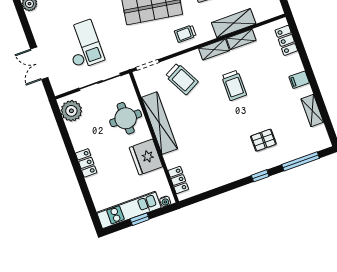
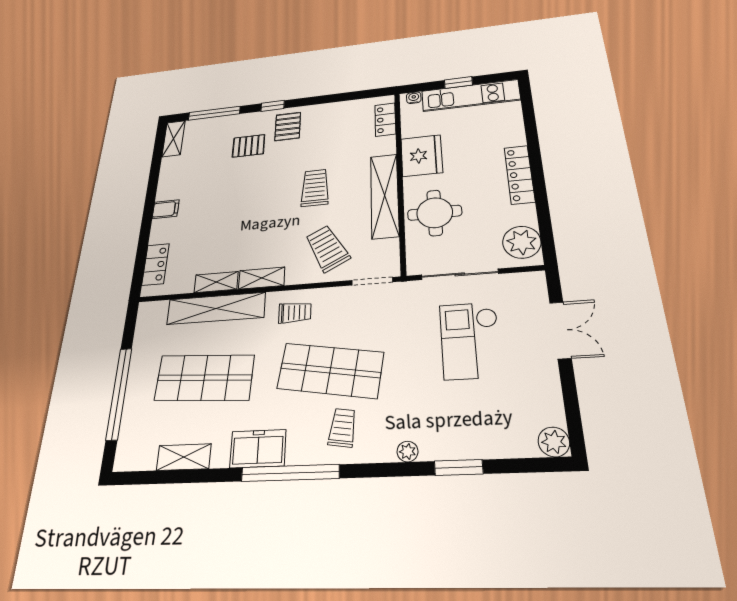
shelving: (234, 23) -> (216, 308), width x1.47
trolley: (234, 85) -> (315, 188), moved
shelving: (312, 111) -> (174, 139), moved
pallet: (242, 161) -> (288, 126), added
locker: (86, 163) -> (519, 175), width x1.53

